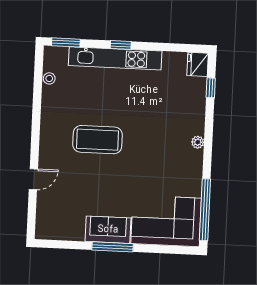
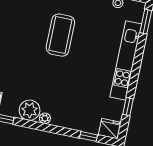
window: (121, 45) -> (128, 107), moved
plant: (191, 162) -> (30, 110), added

